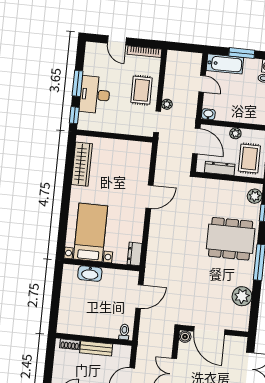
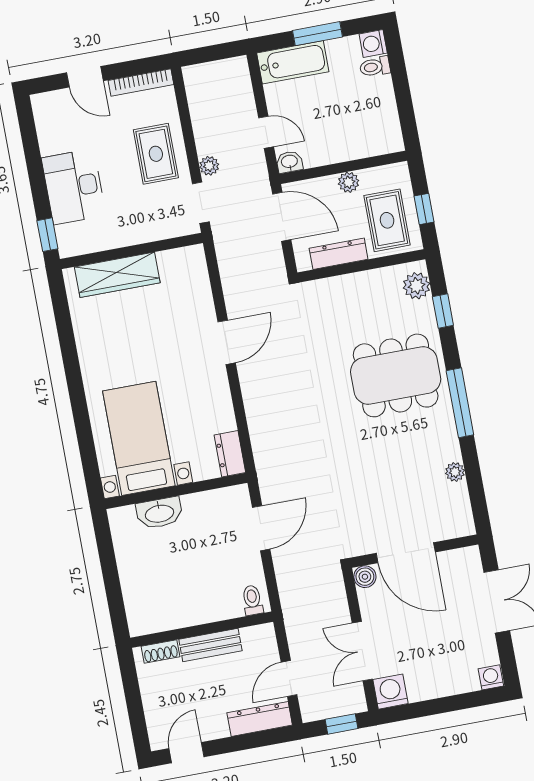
window: (78, 83) -> (36, 175), removed
door: (202, 84) -> (266, 132), moved
wardrobe: (82, 164) -> (117, 275), moved, turned 90
plant: (242, 296) -> (455, 472), width x0.53, depth x0.53

